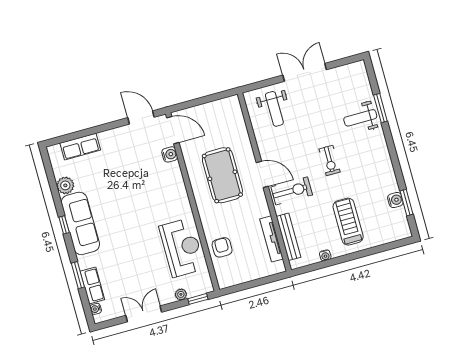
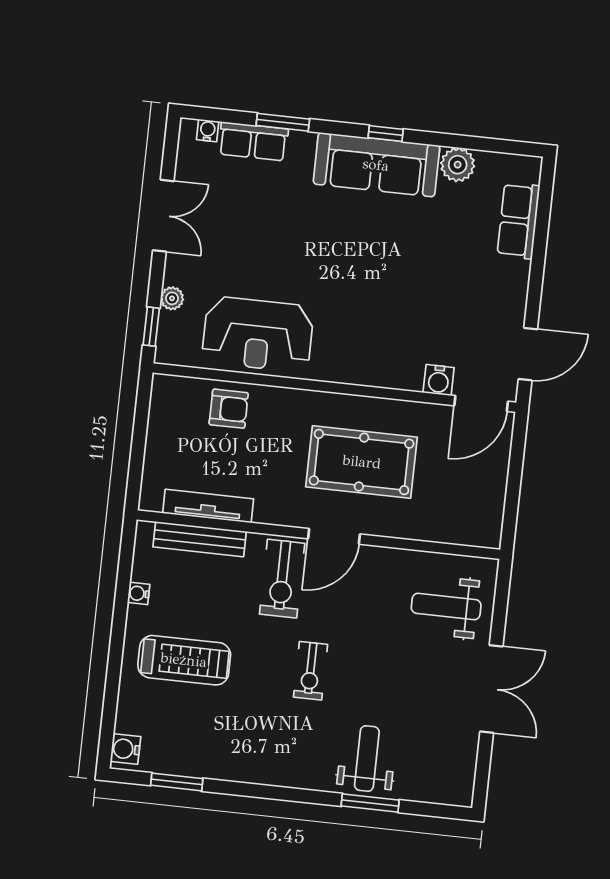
exercise bike: (330, 160) -> (310, 671), turned -90
water cooler: (395, 200) -> (125, 749), moved, turned 90

